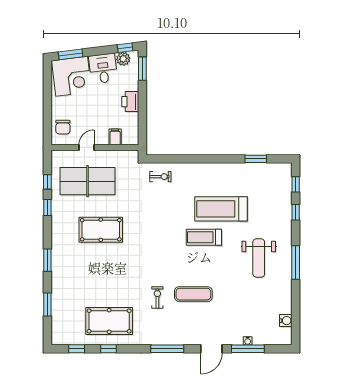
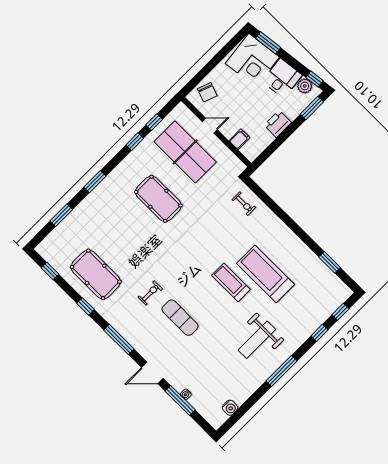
chair: (63, 127) -> (207, 92), turned -70
window: (109, 349) -> (86, 306), moved

